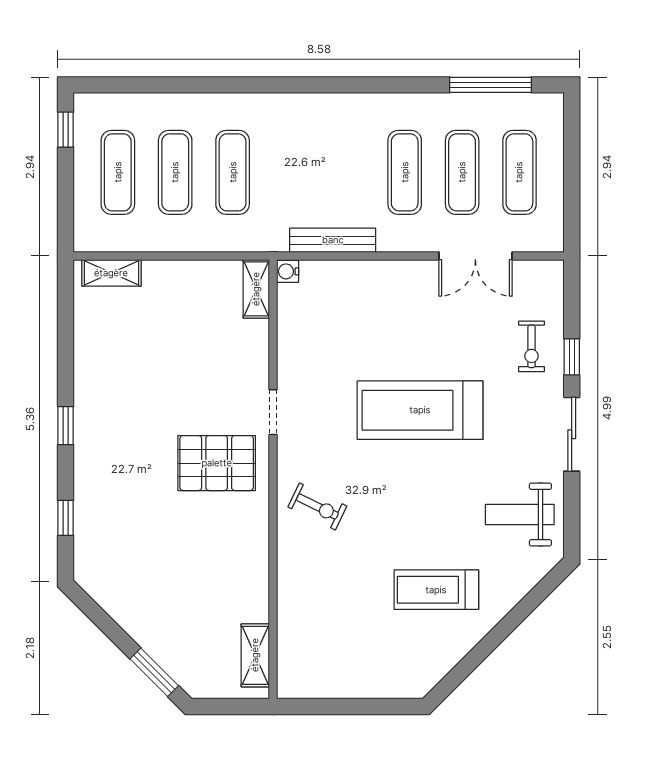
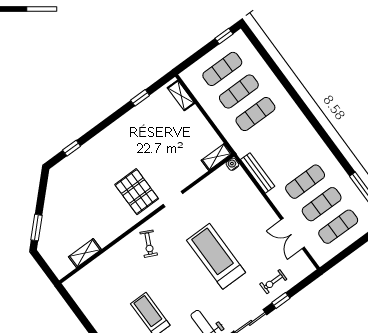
window: (66, 426) -> (140, 98), moved
shelving: (255, 655) -> (85, 253), moved

